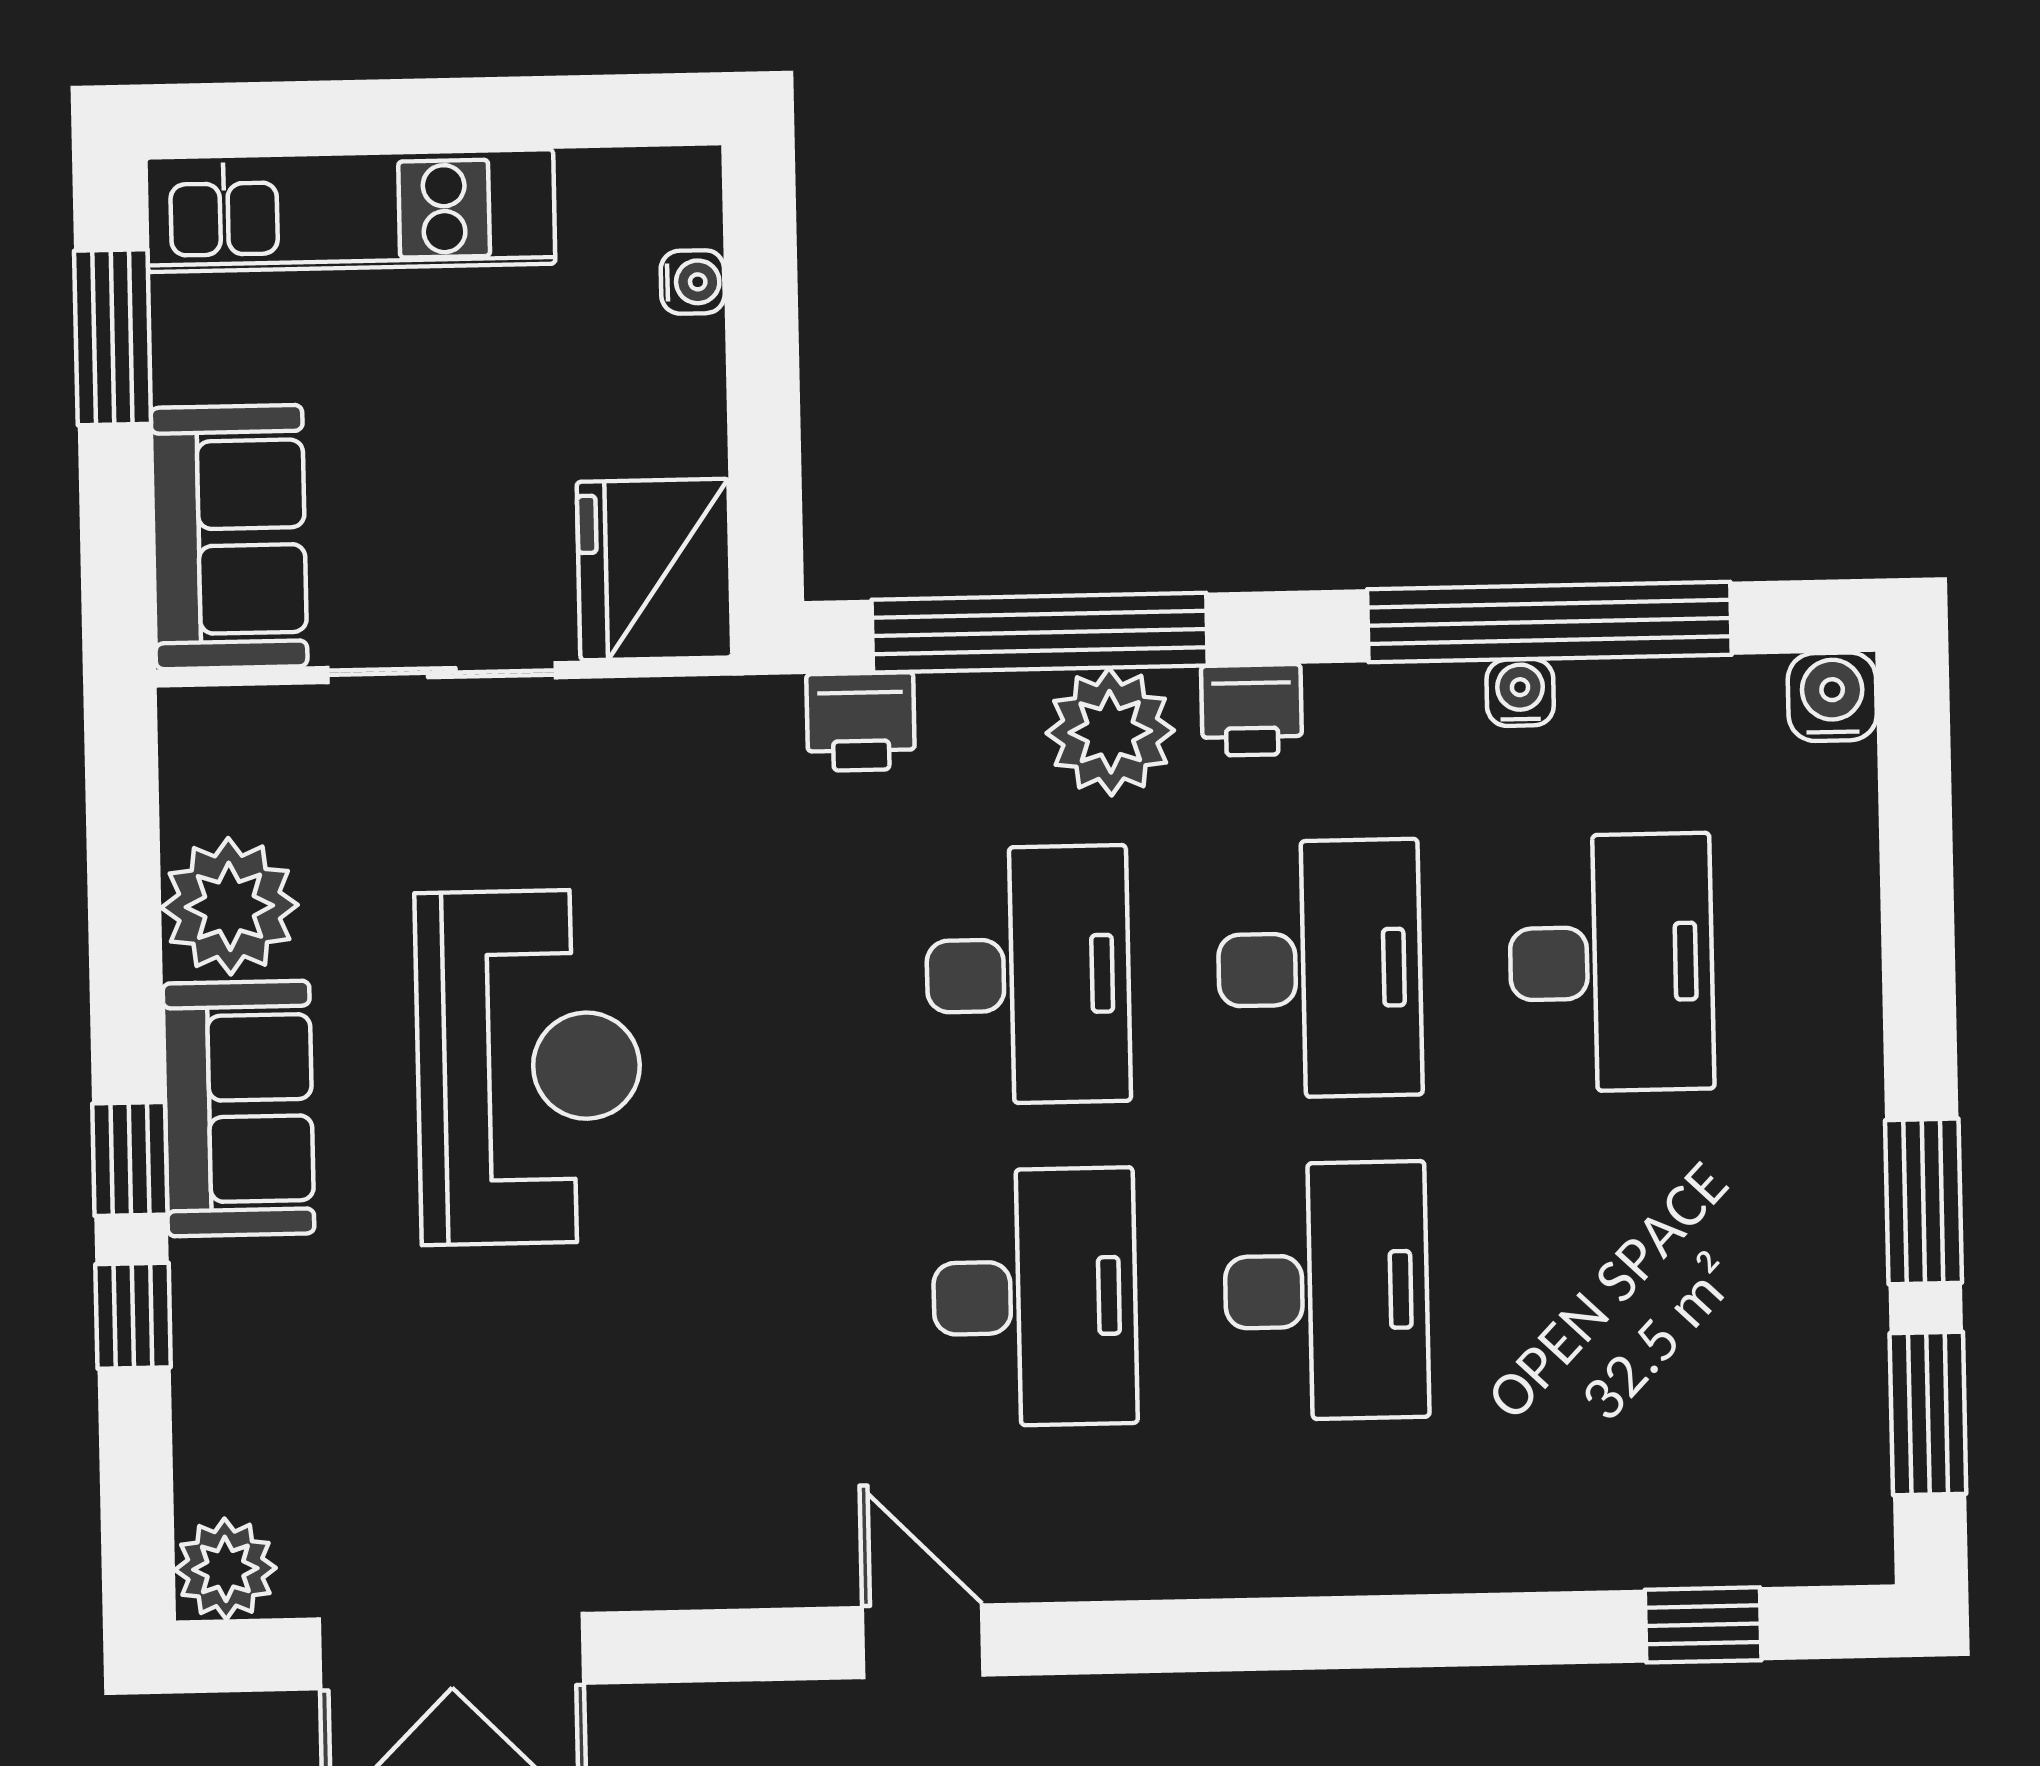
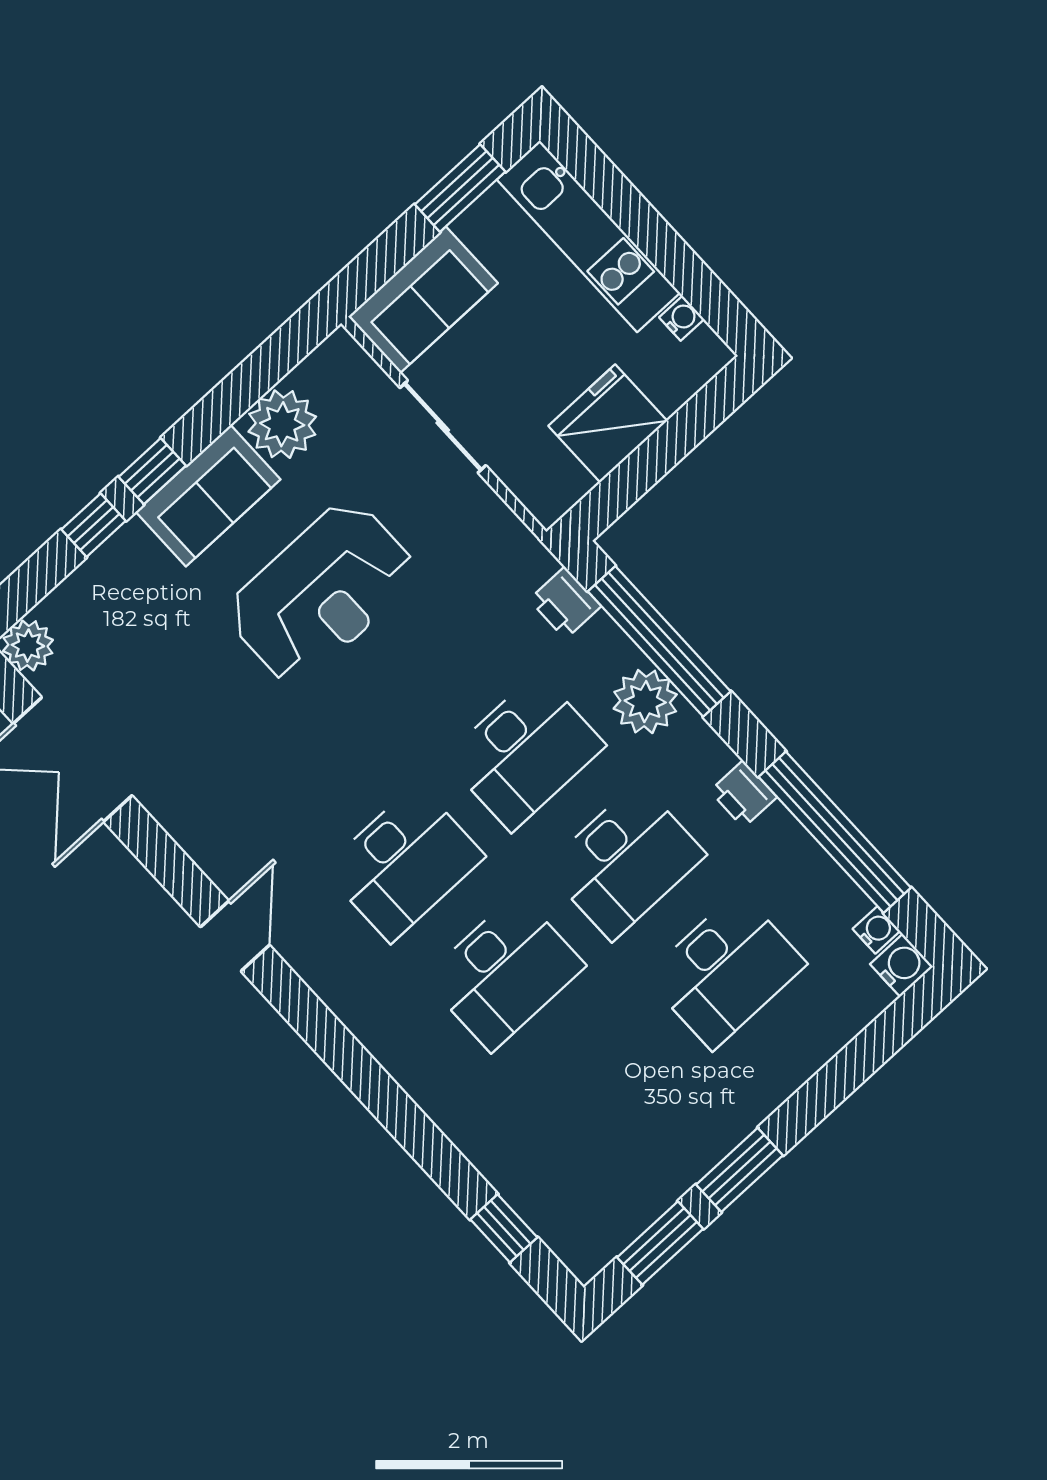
water cooler: (693, 282) -> (682, 318), moved, turned -90
fridge: (654, 570) -> (608, 423), moved
water cooler: (1520, 692) -> (876, 930), moved
printer: (1252, 710) -> (743, 794), moved

